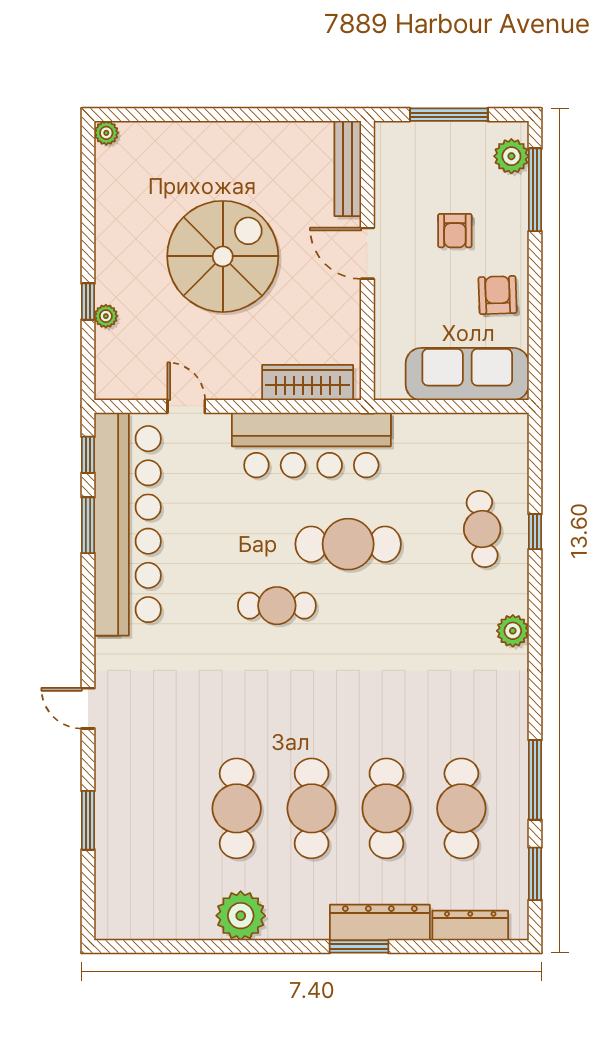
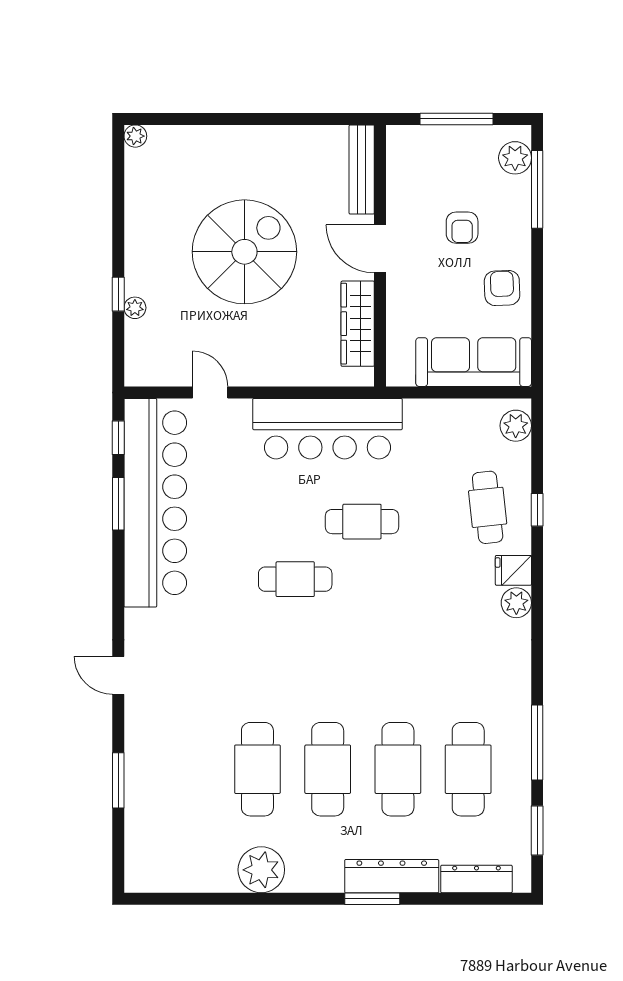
wardrobe: (308, 383) -> (358, 324), moved, turned -90
plant: (512, 442) -> (516, 426), added
cafe table: (348, 544) -> (362, 522), width x0.73, depth x0.74
fridge: (510, 596) -> (513, 570), added

